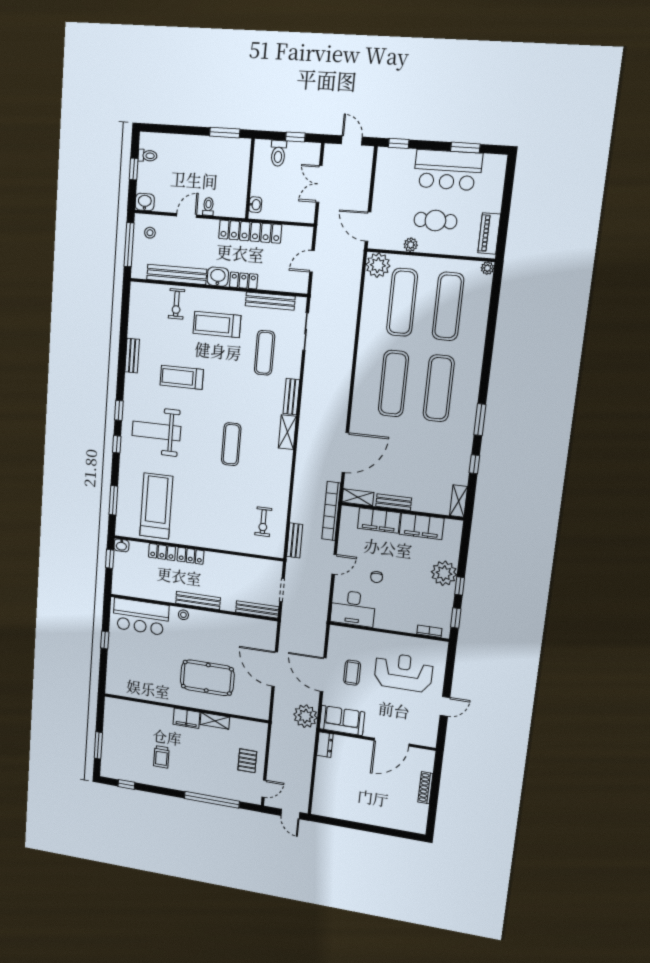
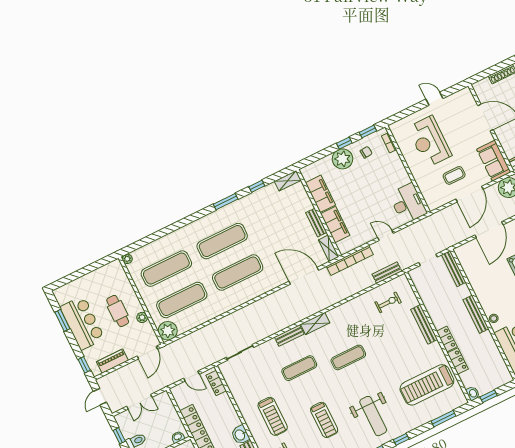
piano: (489, 233) -> (112, 361), moved, turned 180
locker: (243, 281) -> (216, 383), moved
bench: (270, 301) -> (424, 324), moved
exercise mat: (265, 353) -> (299, 368), moved
chair: (377, 577) -> (366, 152), moved

